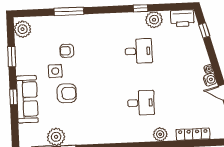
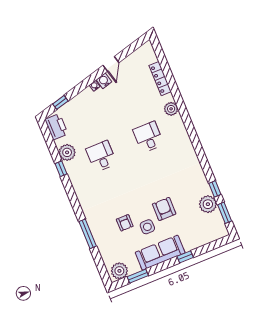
window: (12, 57) -> (138, 276), moved
sofa: (27, 99) -> (160, 253), moved

